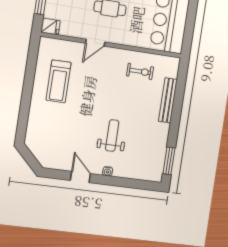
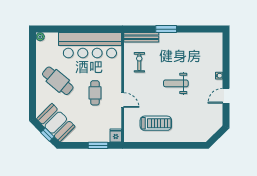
bench: (168, 100) -> (141, 37), moved
weight bench: (112, 136) -> (176, 83), moved
window: (169, 161) -> (166, 29), moved

